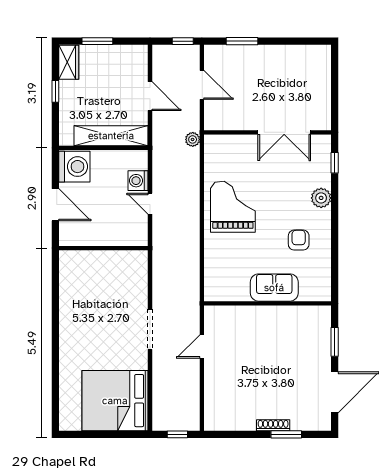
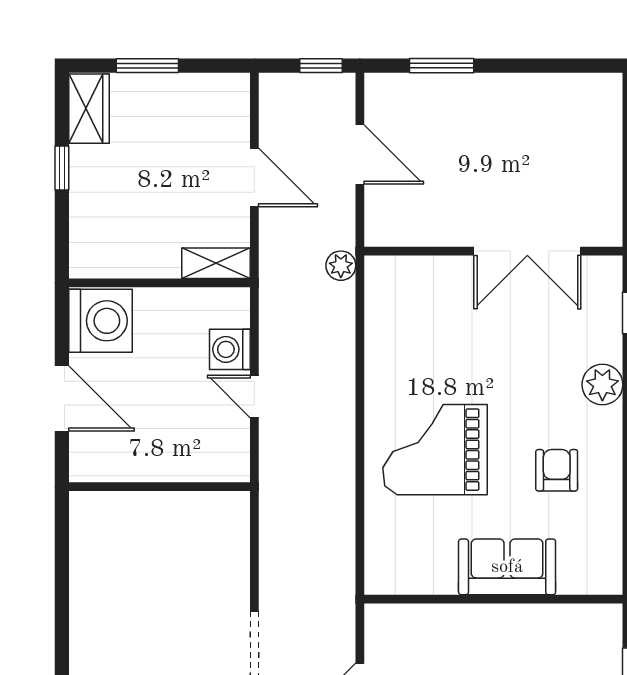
shelving: (111, 136) -> (216, 263), width x0.45, depth x0.75
grand piano: (233, 207) -> (435, 450), moved, turned -90

